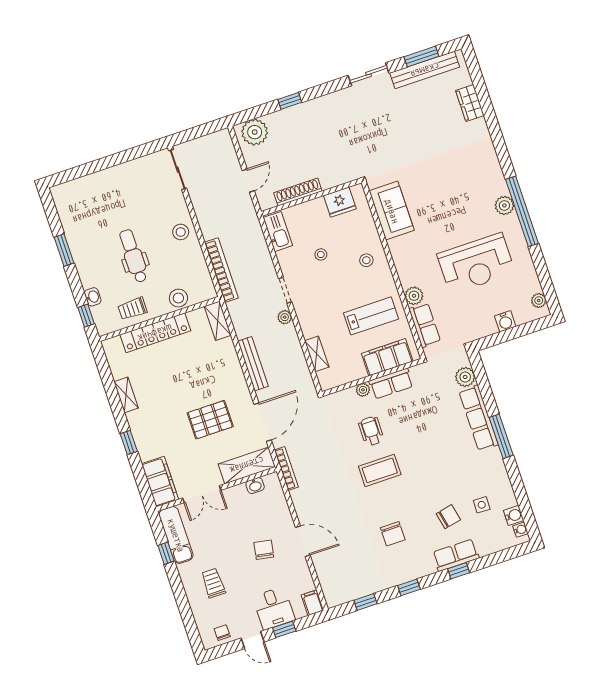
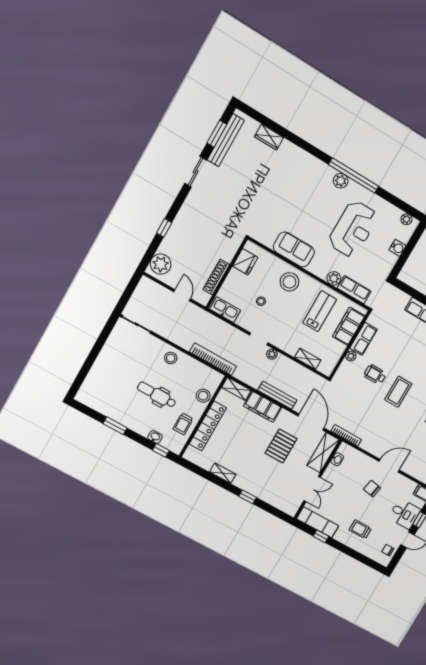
sofa: (392, 211) -> (294, 249), moved
stool: (366, 260) -> (289, 282), width x1.89, depth x1.89
plant: (465, 377) -> (402, 299), removed
filing cabinet: (160, 482) -> (263, 407), moved, turned 180

